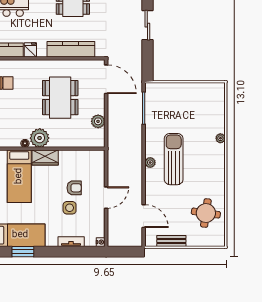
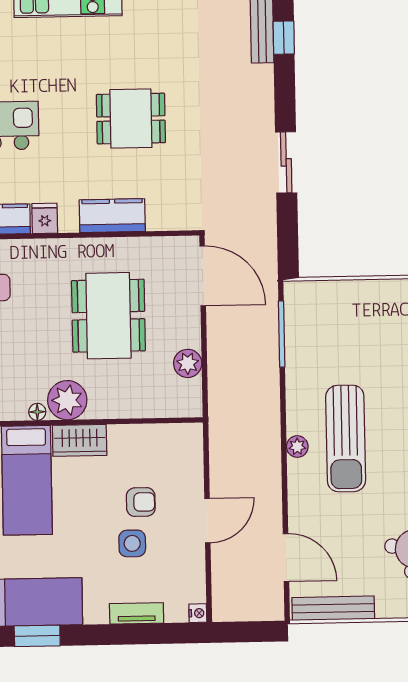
kitchen counter: (71, 49) -> (112, 216), width x0.67
sun lounger: (174, 159) -> (346, 438), turned 180
bench: (171, 241) -> (333, 608), width x1.36

